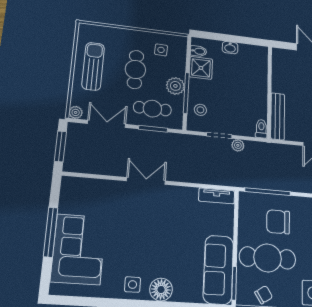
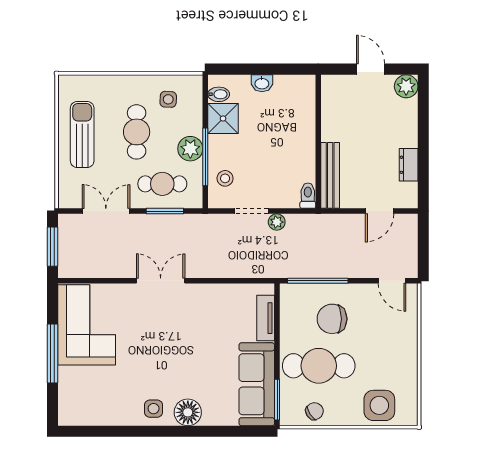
plant: (76, 112) -> (66, 200), removed
tv unit: (217, 196) -> (266, 318), moved, turned 90
corner sofa: (78, 249) -> (87, 325), moved

